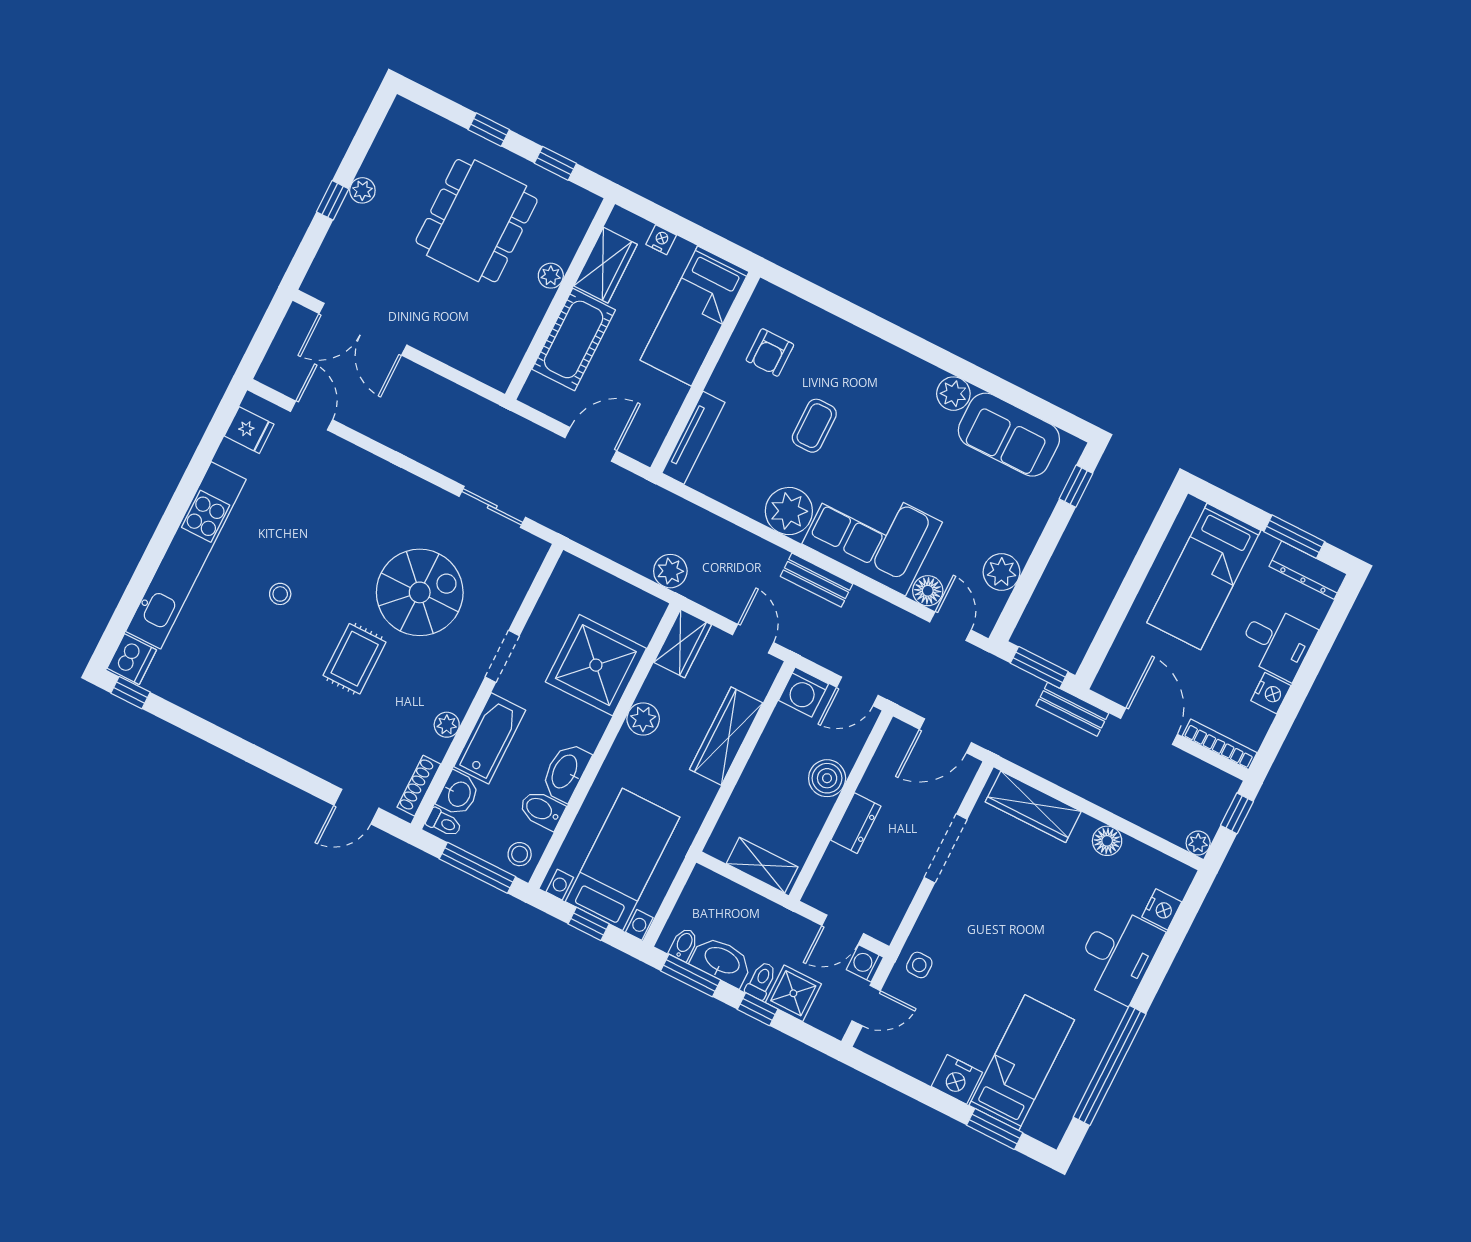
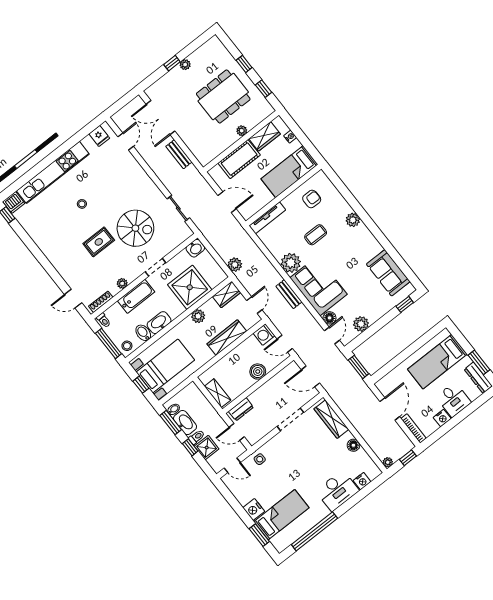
armchair: (770, 352) -> (312, 199), turned 180
plant: (953, 394) -> (353, 220), moved
bench: (1072, 709) -> (179, 154), moved
washbasin: (458, 794) -> (195, 248), moved
dresser: (856, 823) -> (241, 409), moved
washing machine: (865, 963) -> (239, 449), removed

